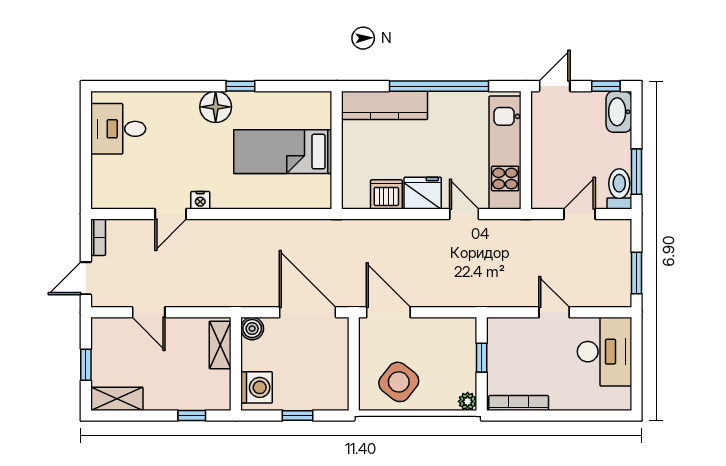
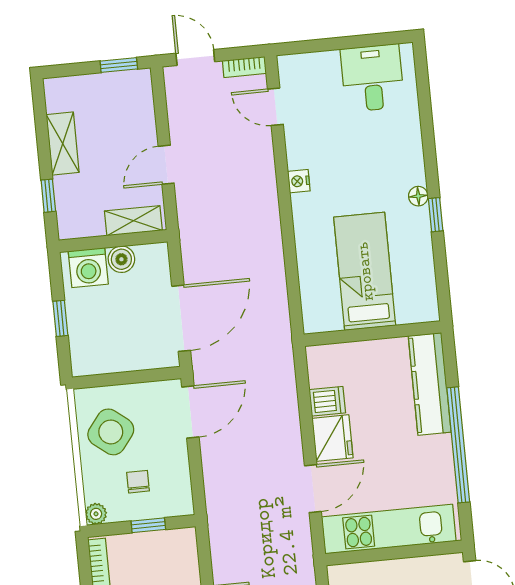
floor lamp: (216, 107) -> (418, 196), width x0.53, depth x0.53
dishwasher: (386, 194) -> (327, 401), width x0.73
door: (171, 214) -> (275, 107), moved
door: (464, 214) -> (313, 489), width x1.37
door: (149, 312) -> (166, 165), moved
boiler: (252, 329) -> (121, 259), moved
chair: (444, 363) -> (138, 482), added
window: (86, 365) -> (119, 65), moved
shelving: (117, 399) -> (63, 143), moved

